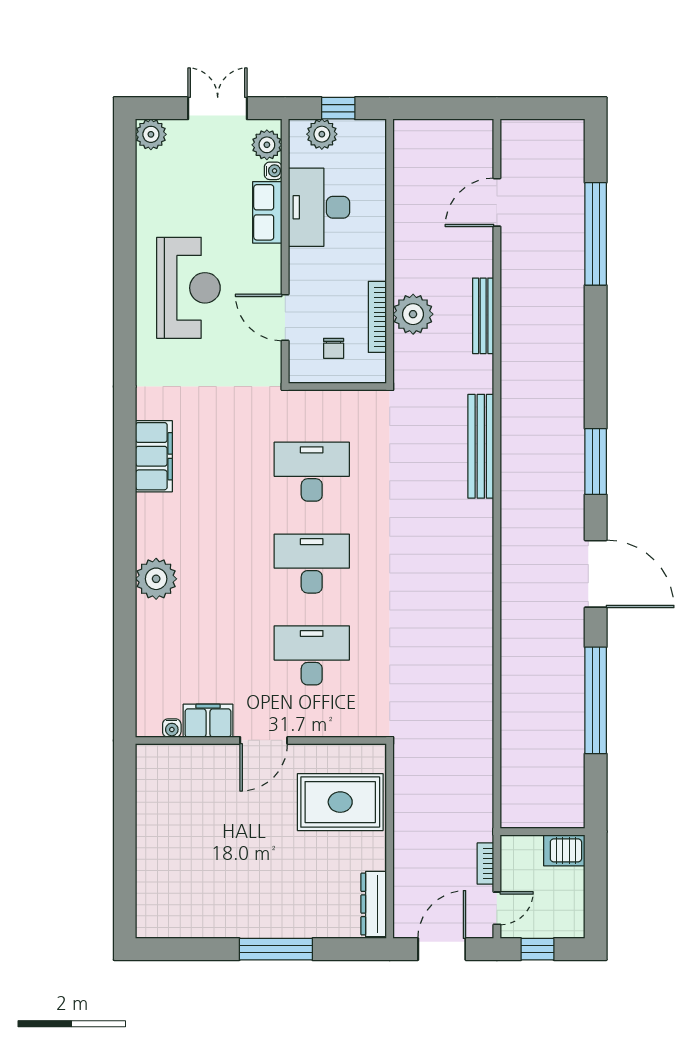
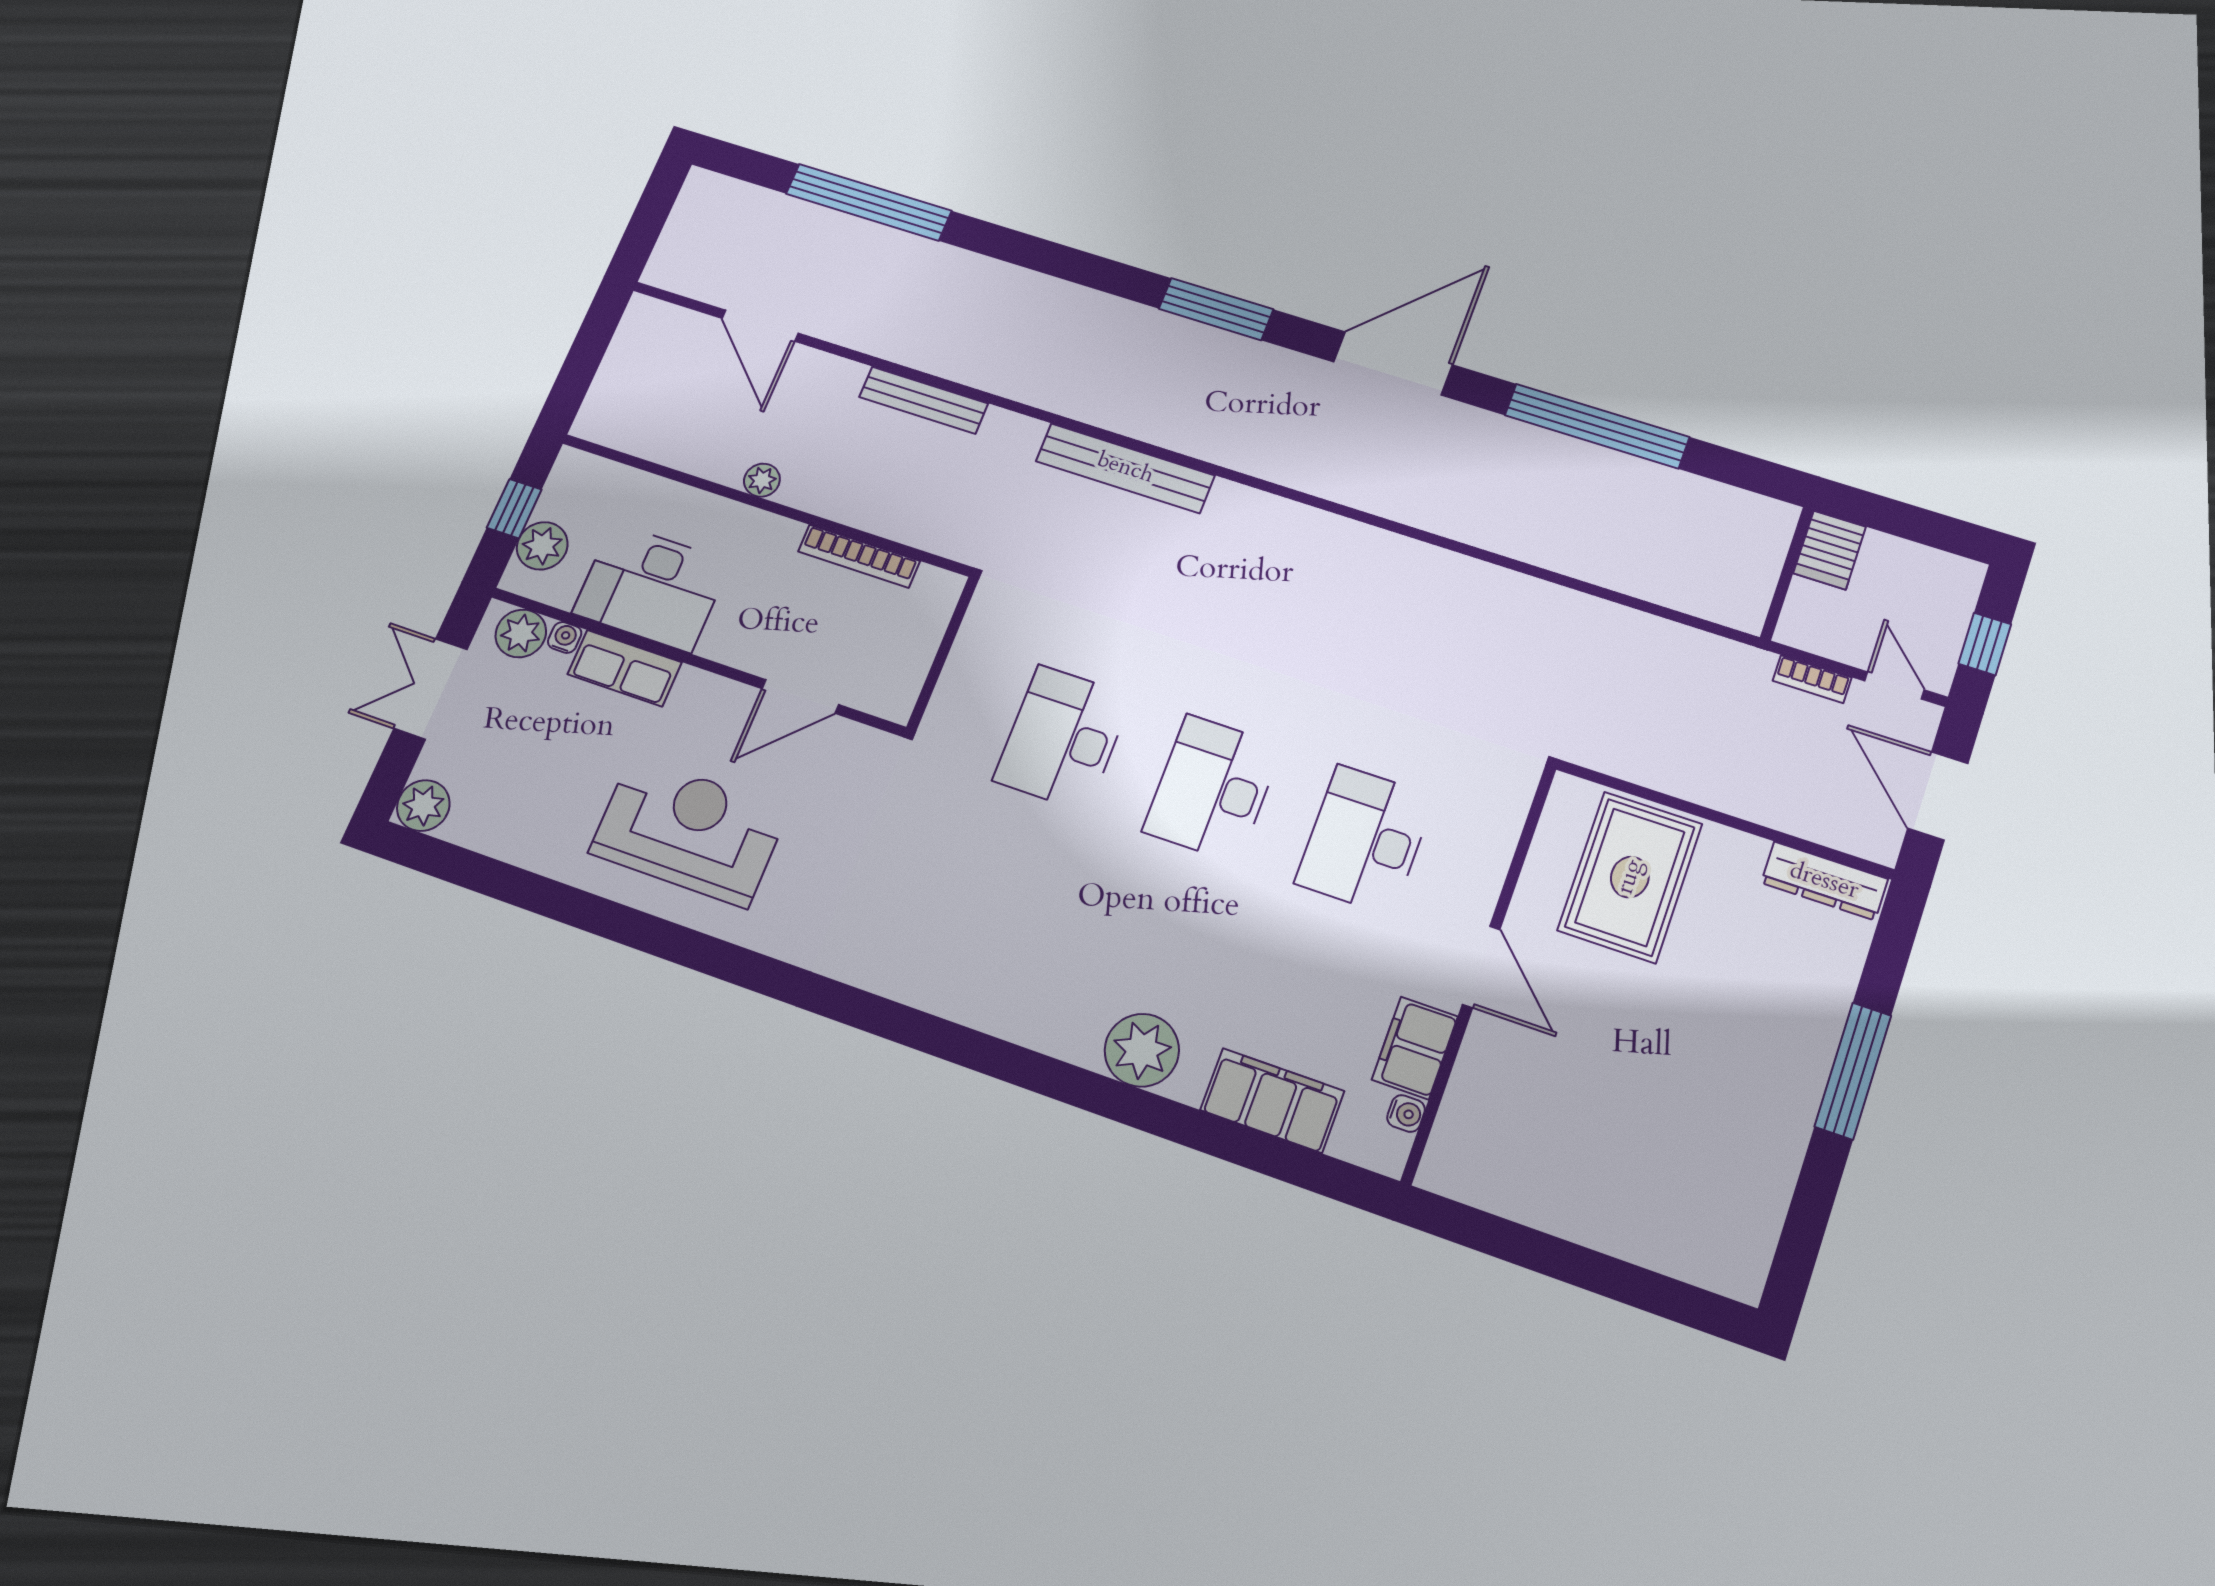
plant: (413, 314) -> (762, 480), moved, width x0.53, depth x0.53
chair: (334, 348) -> (880, 639), removed
filing cabinet: (154, 456) -> (1272, 1100), moved

